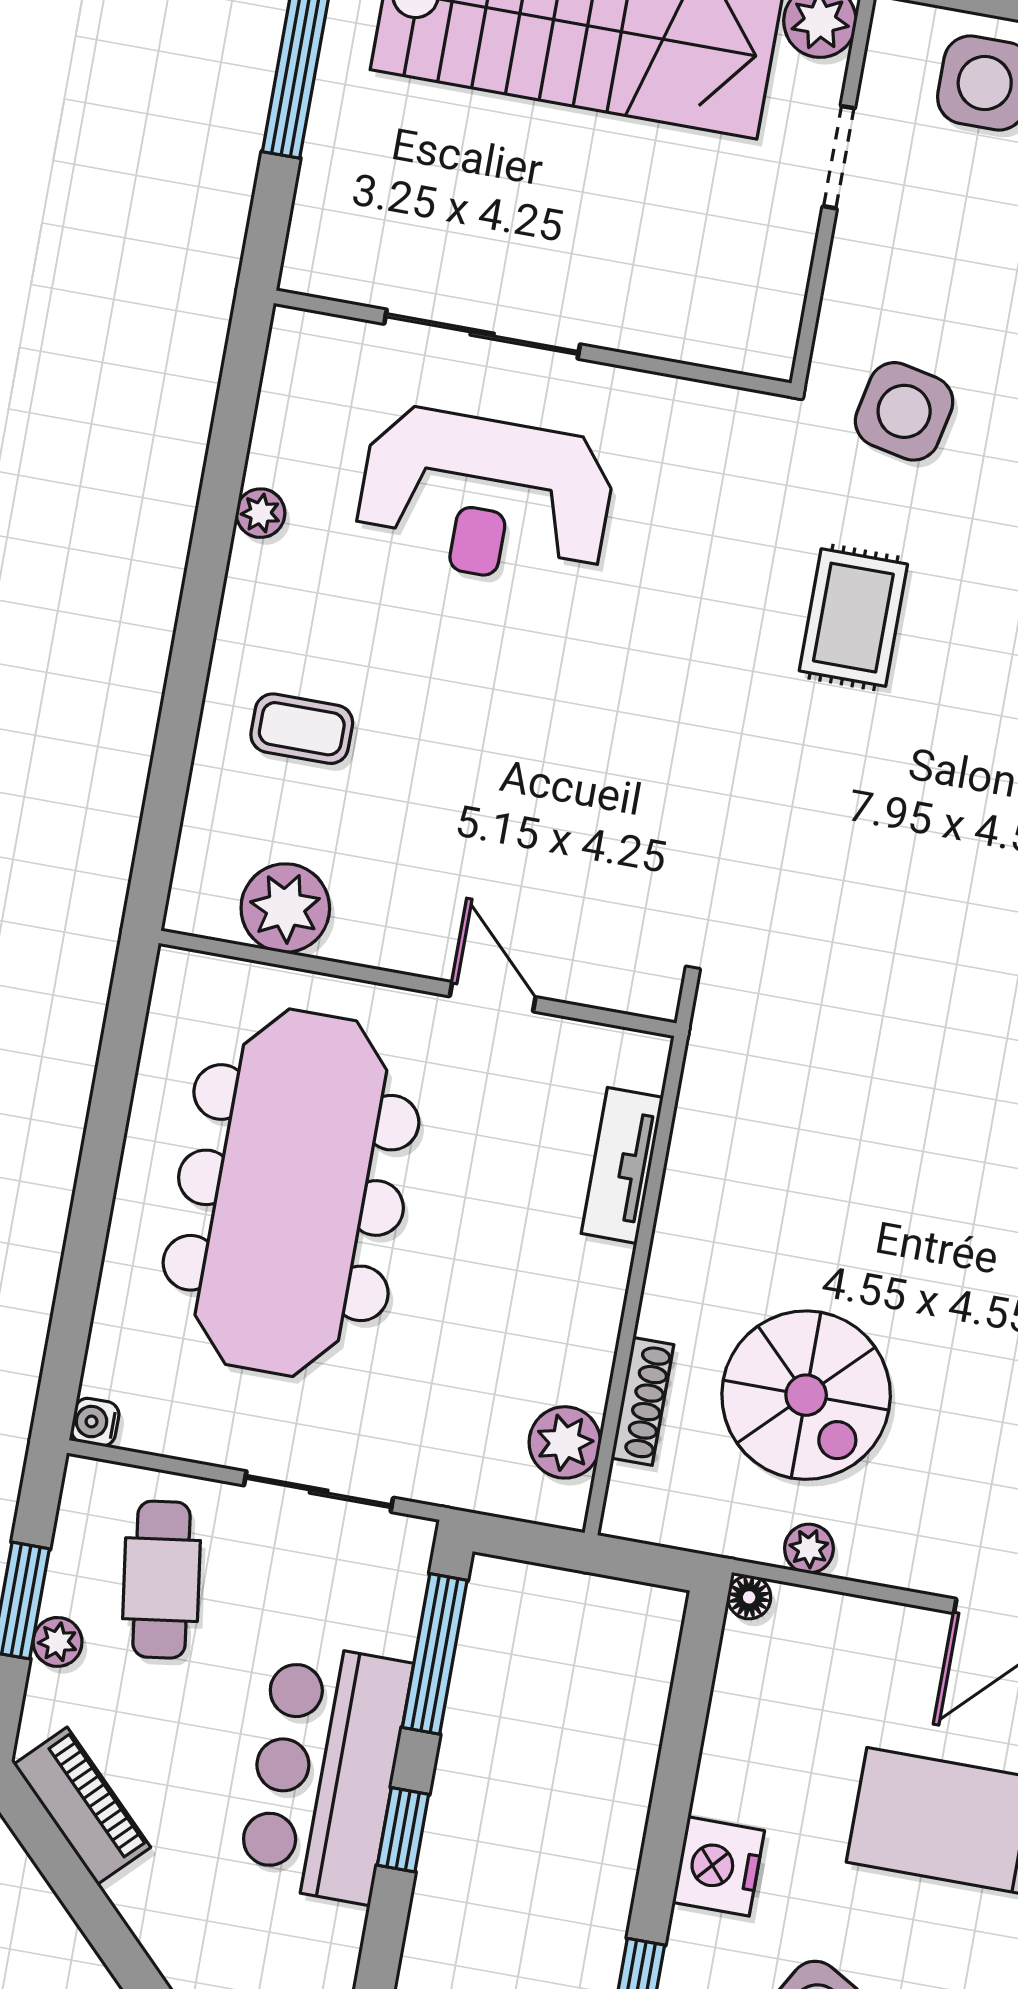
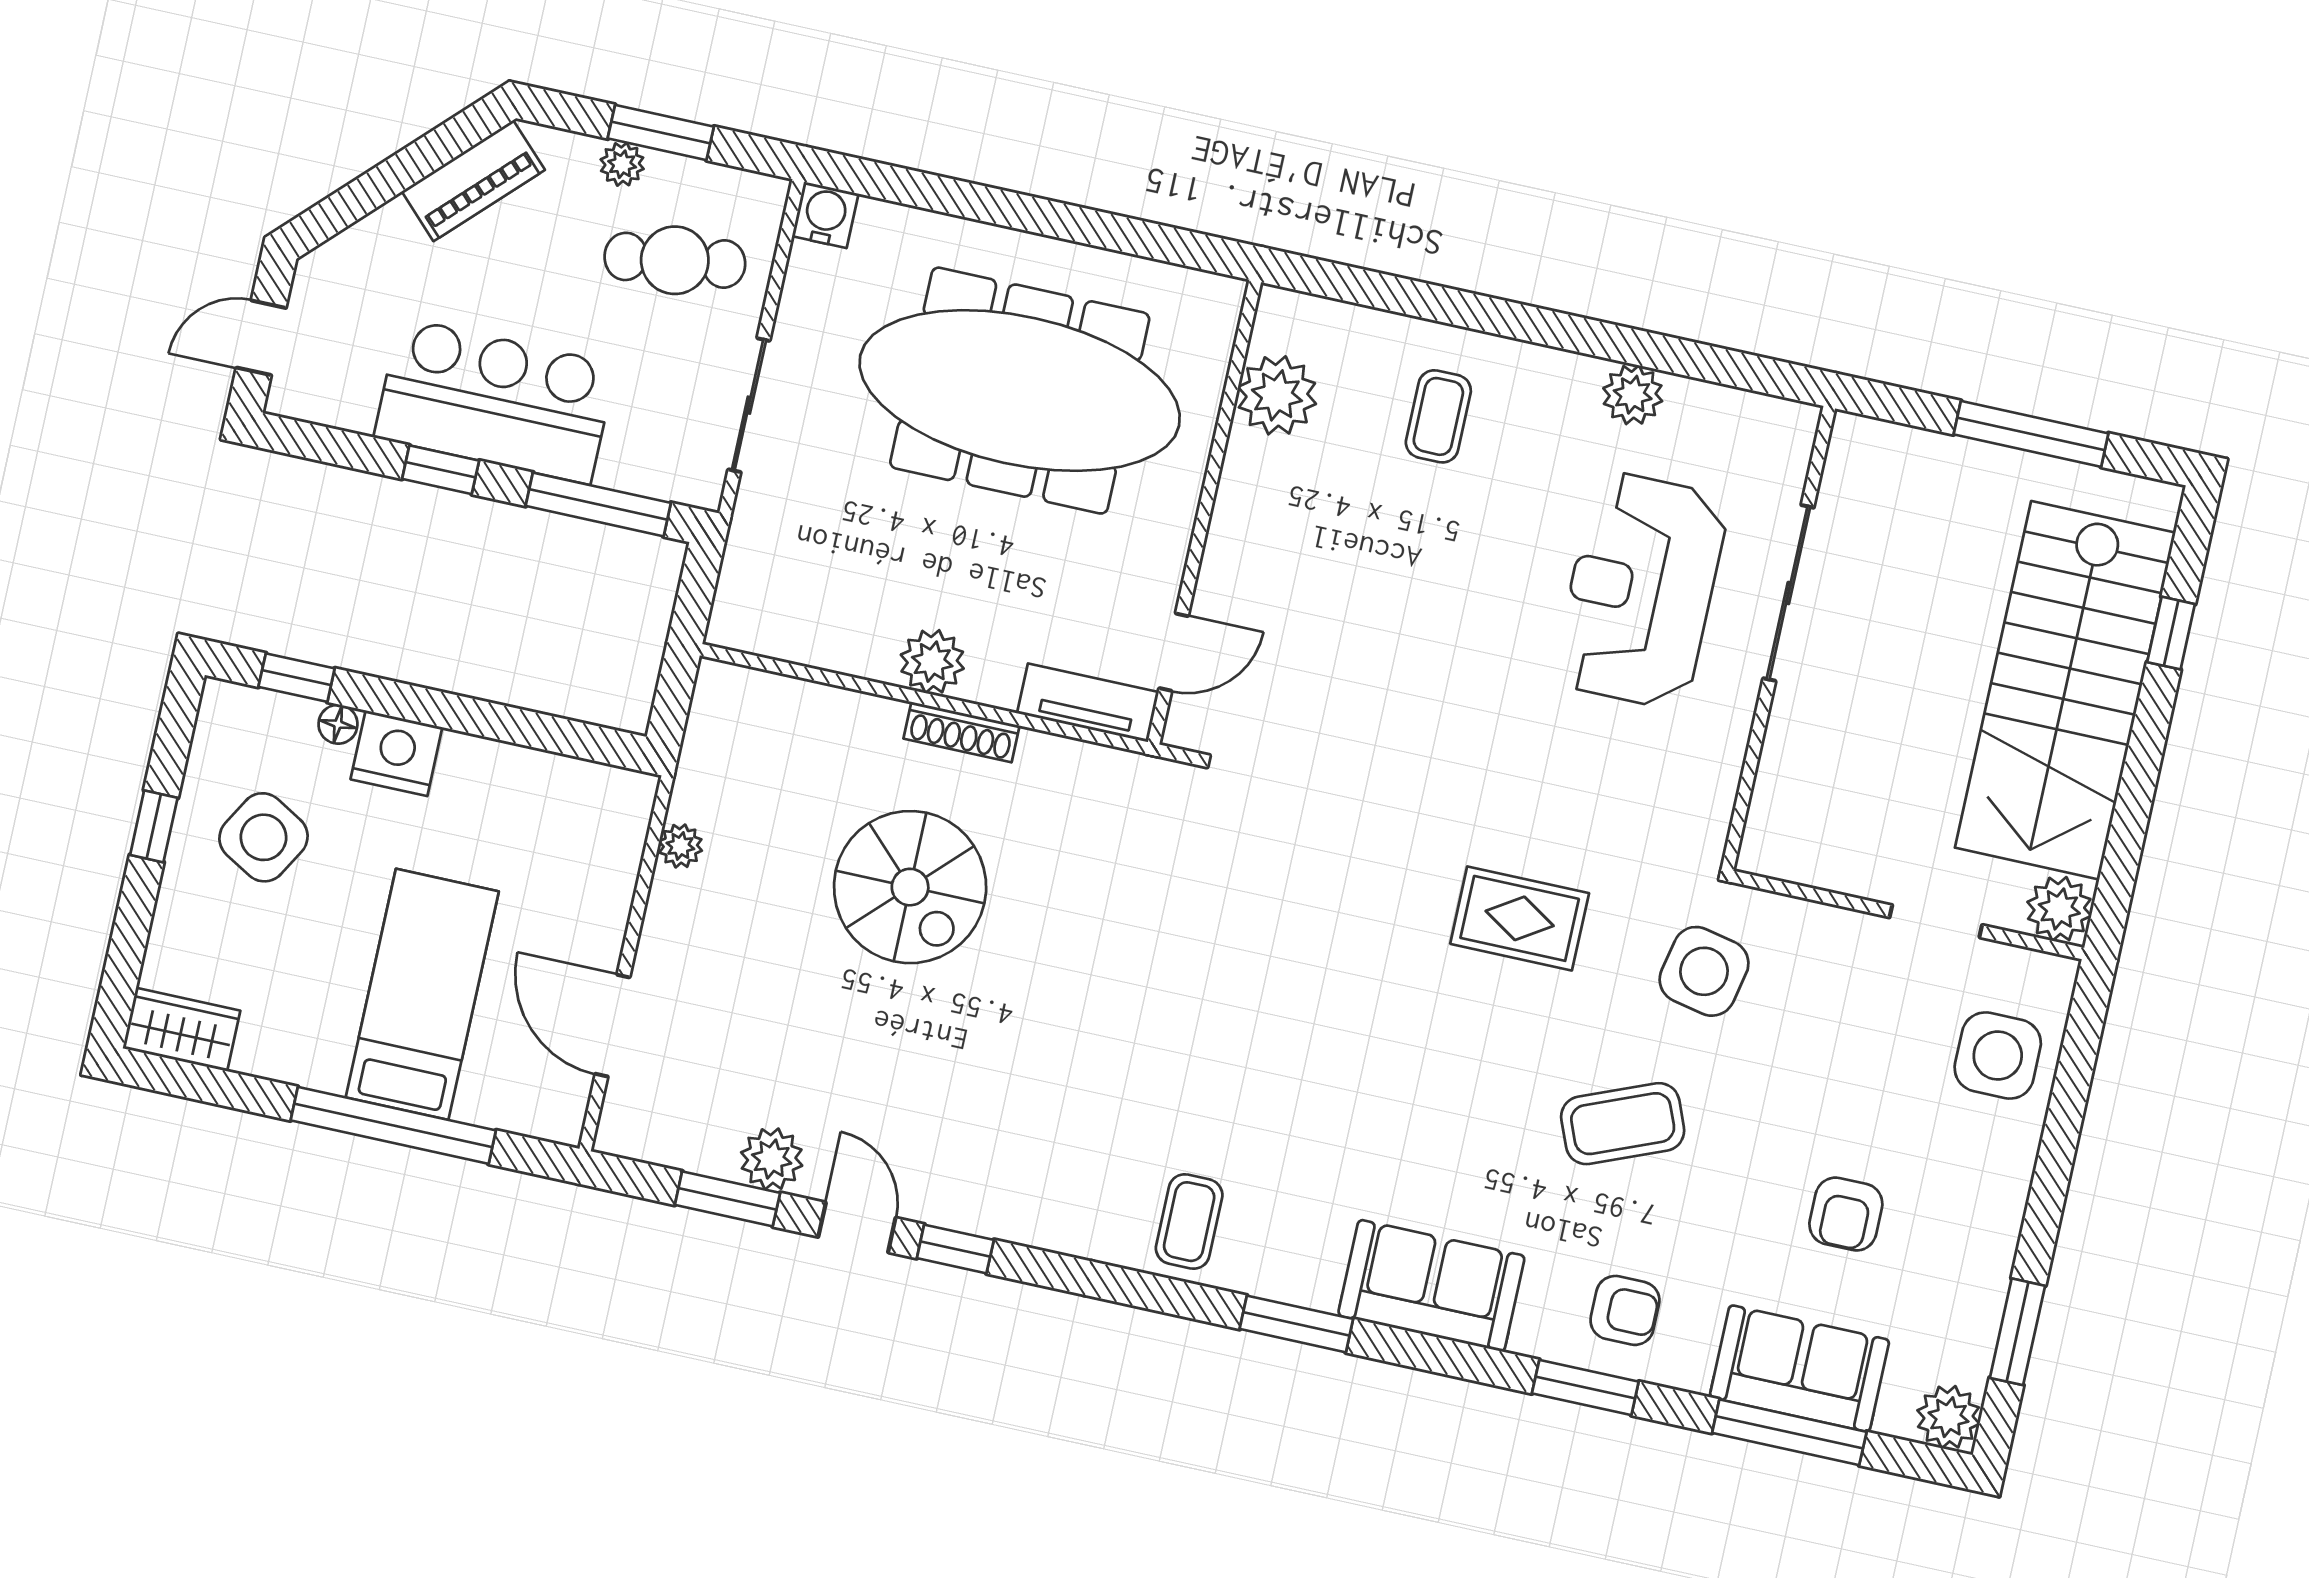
plant: (261, 513) -> (1633, 395), width x1.38, depth x1.38
door: (493, 997) -> (1174, 652), moved
tv unit: (622, 1165) -> (1088, 703), moved
spiral stairs: (806, 1395) -> (910, 887), moved, turned -90
shoe rack: (643, 1401) -> (961, 732), moved
water cooler: (95, 1422) -> (825, 215), width x1.38, depth x1.38
plant: (565, 1442) -> (932, 662), moved
floor lamp: (749, 1597) -> (338, 724), moved

